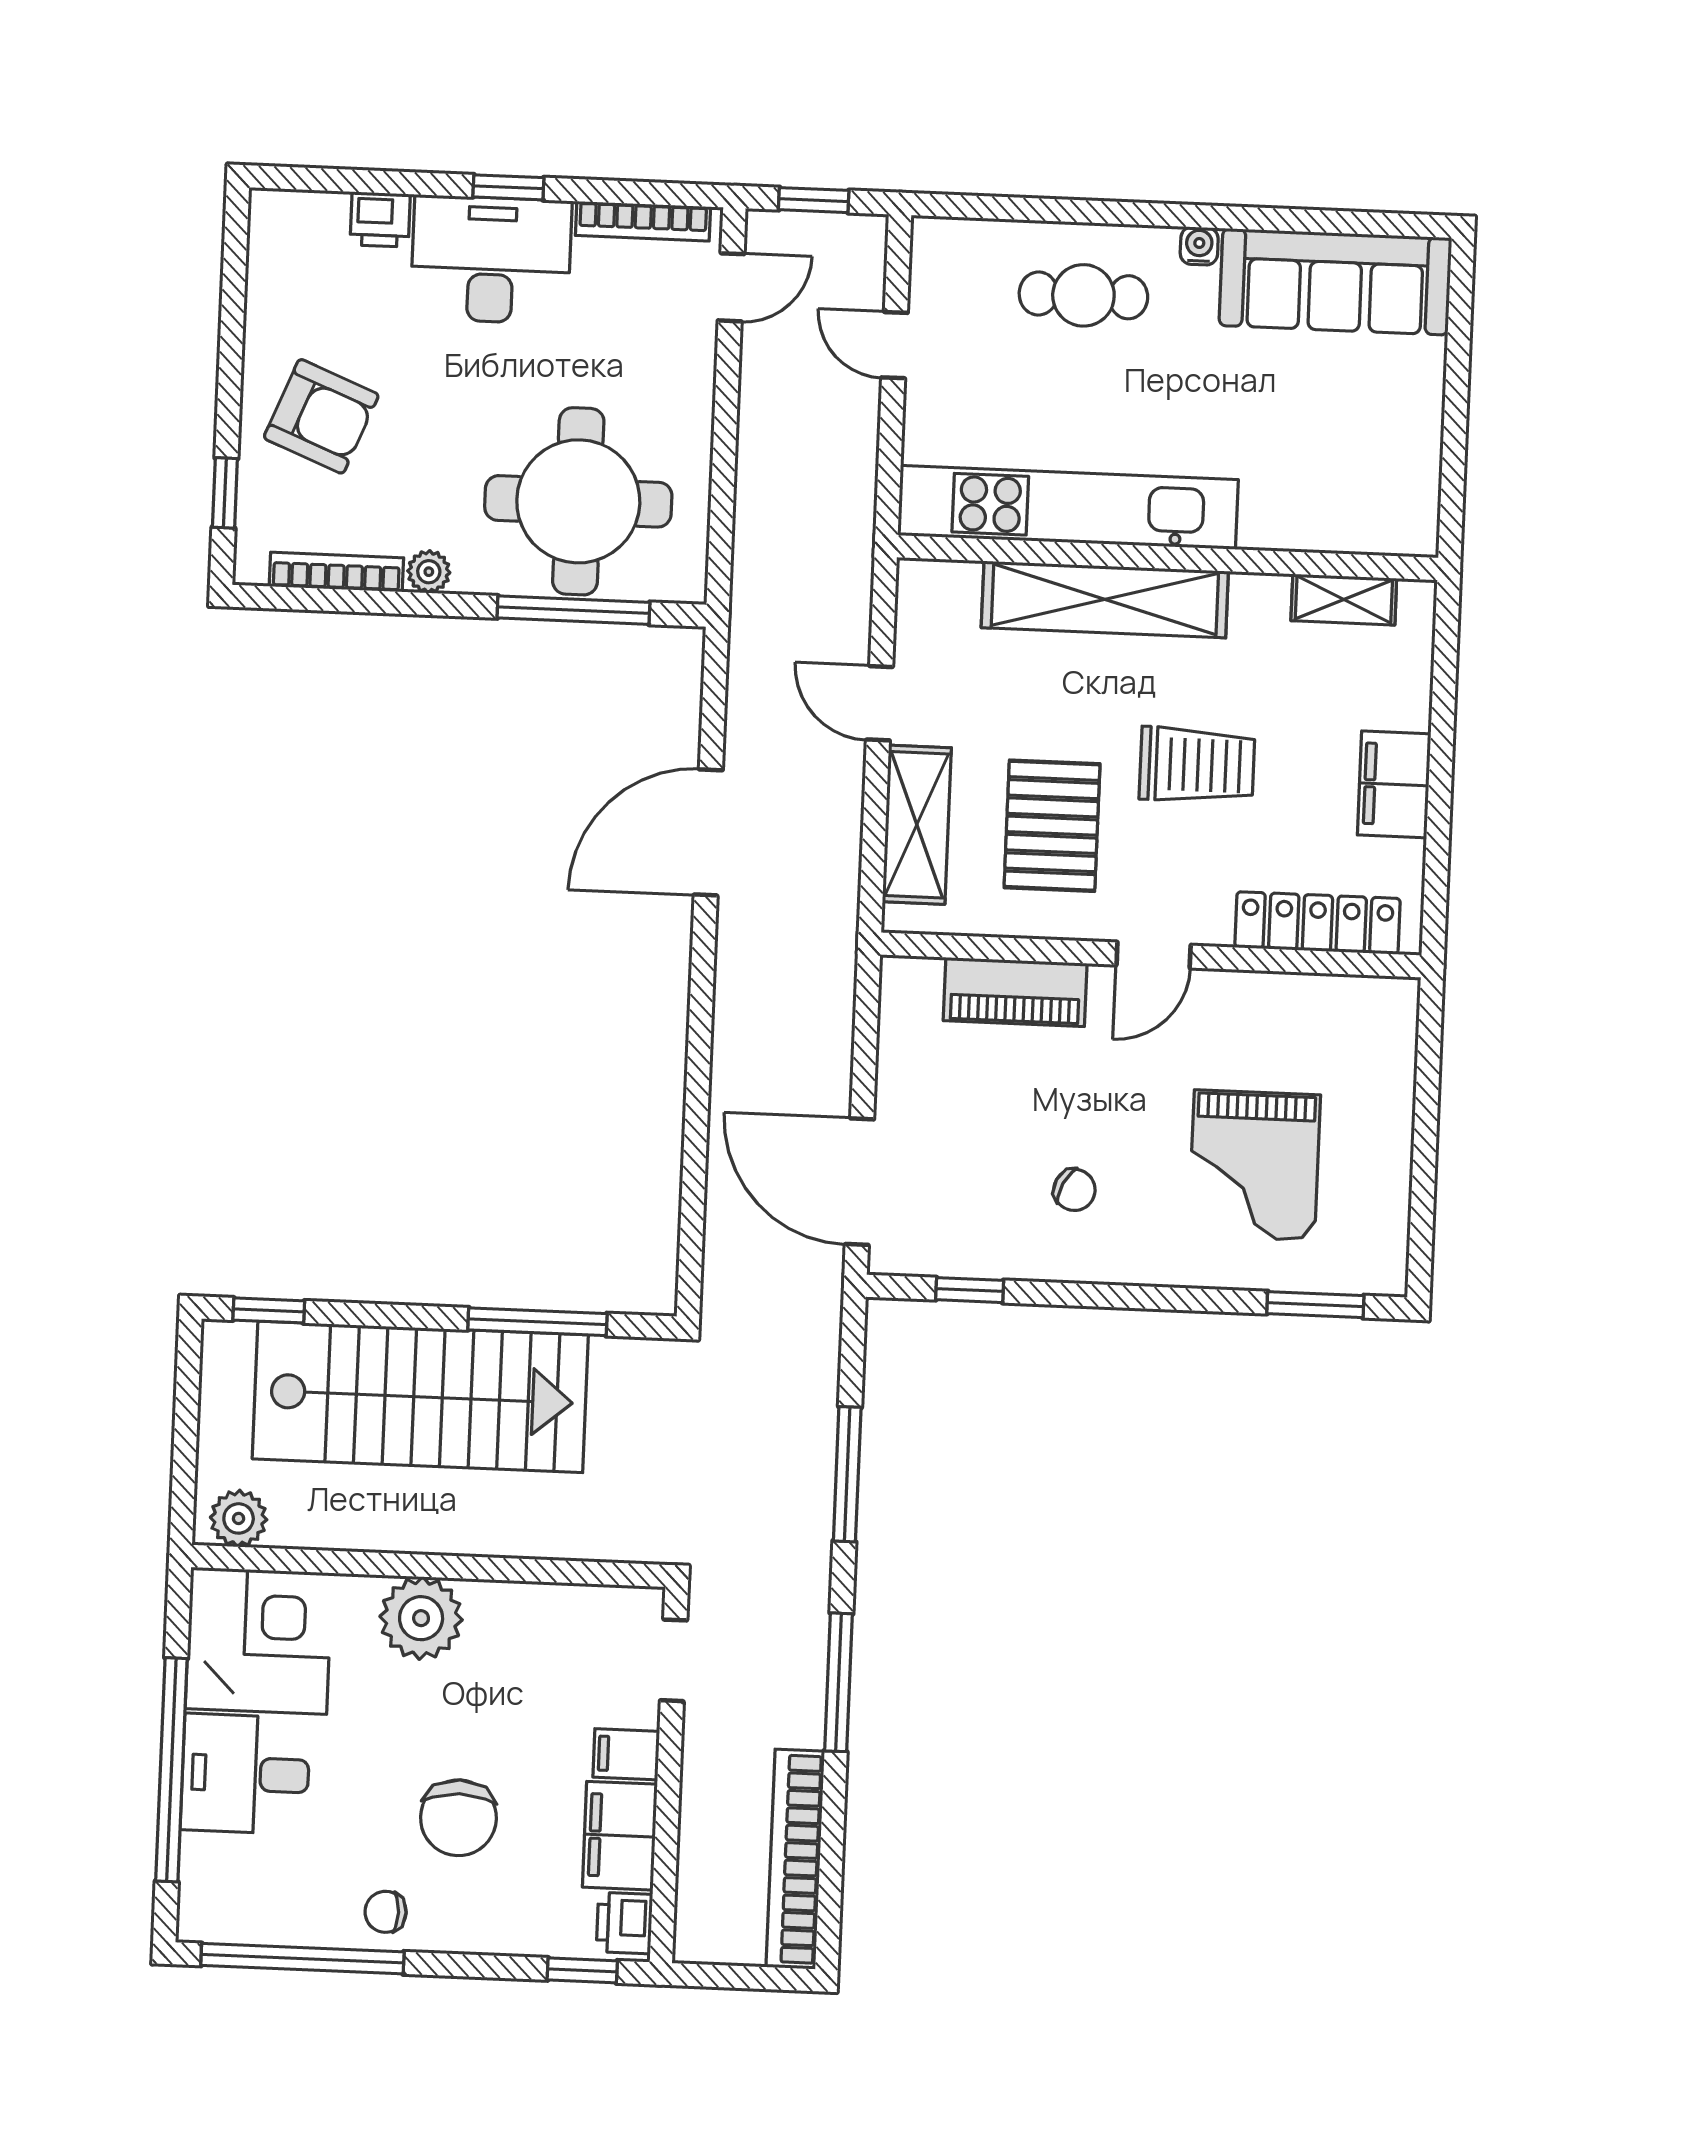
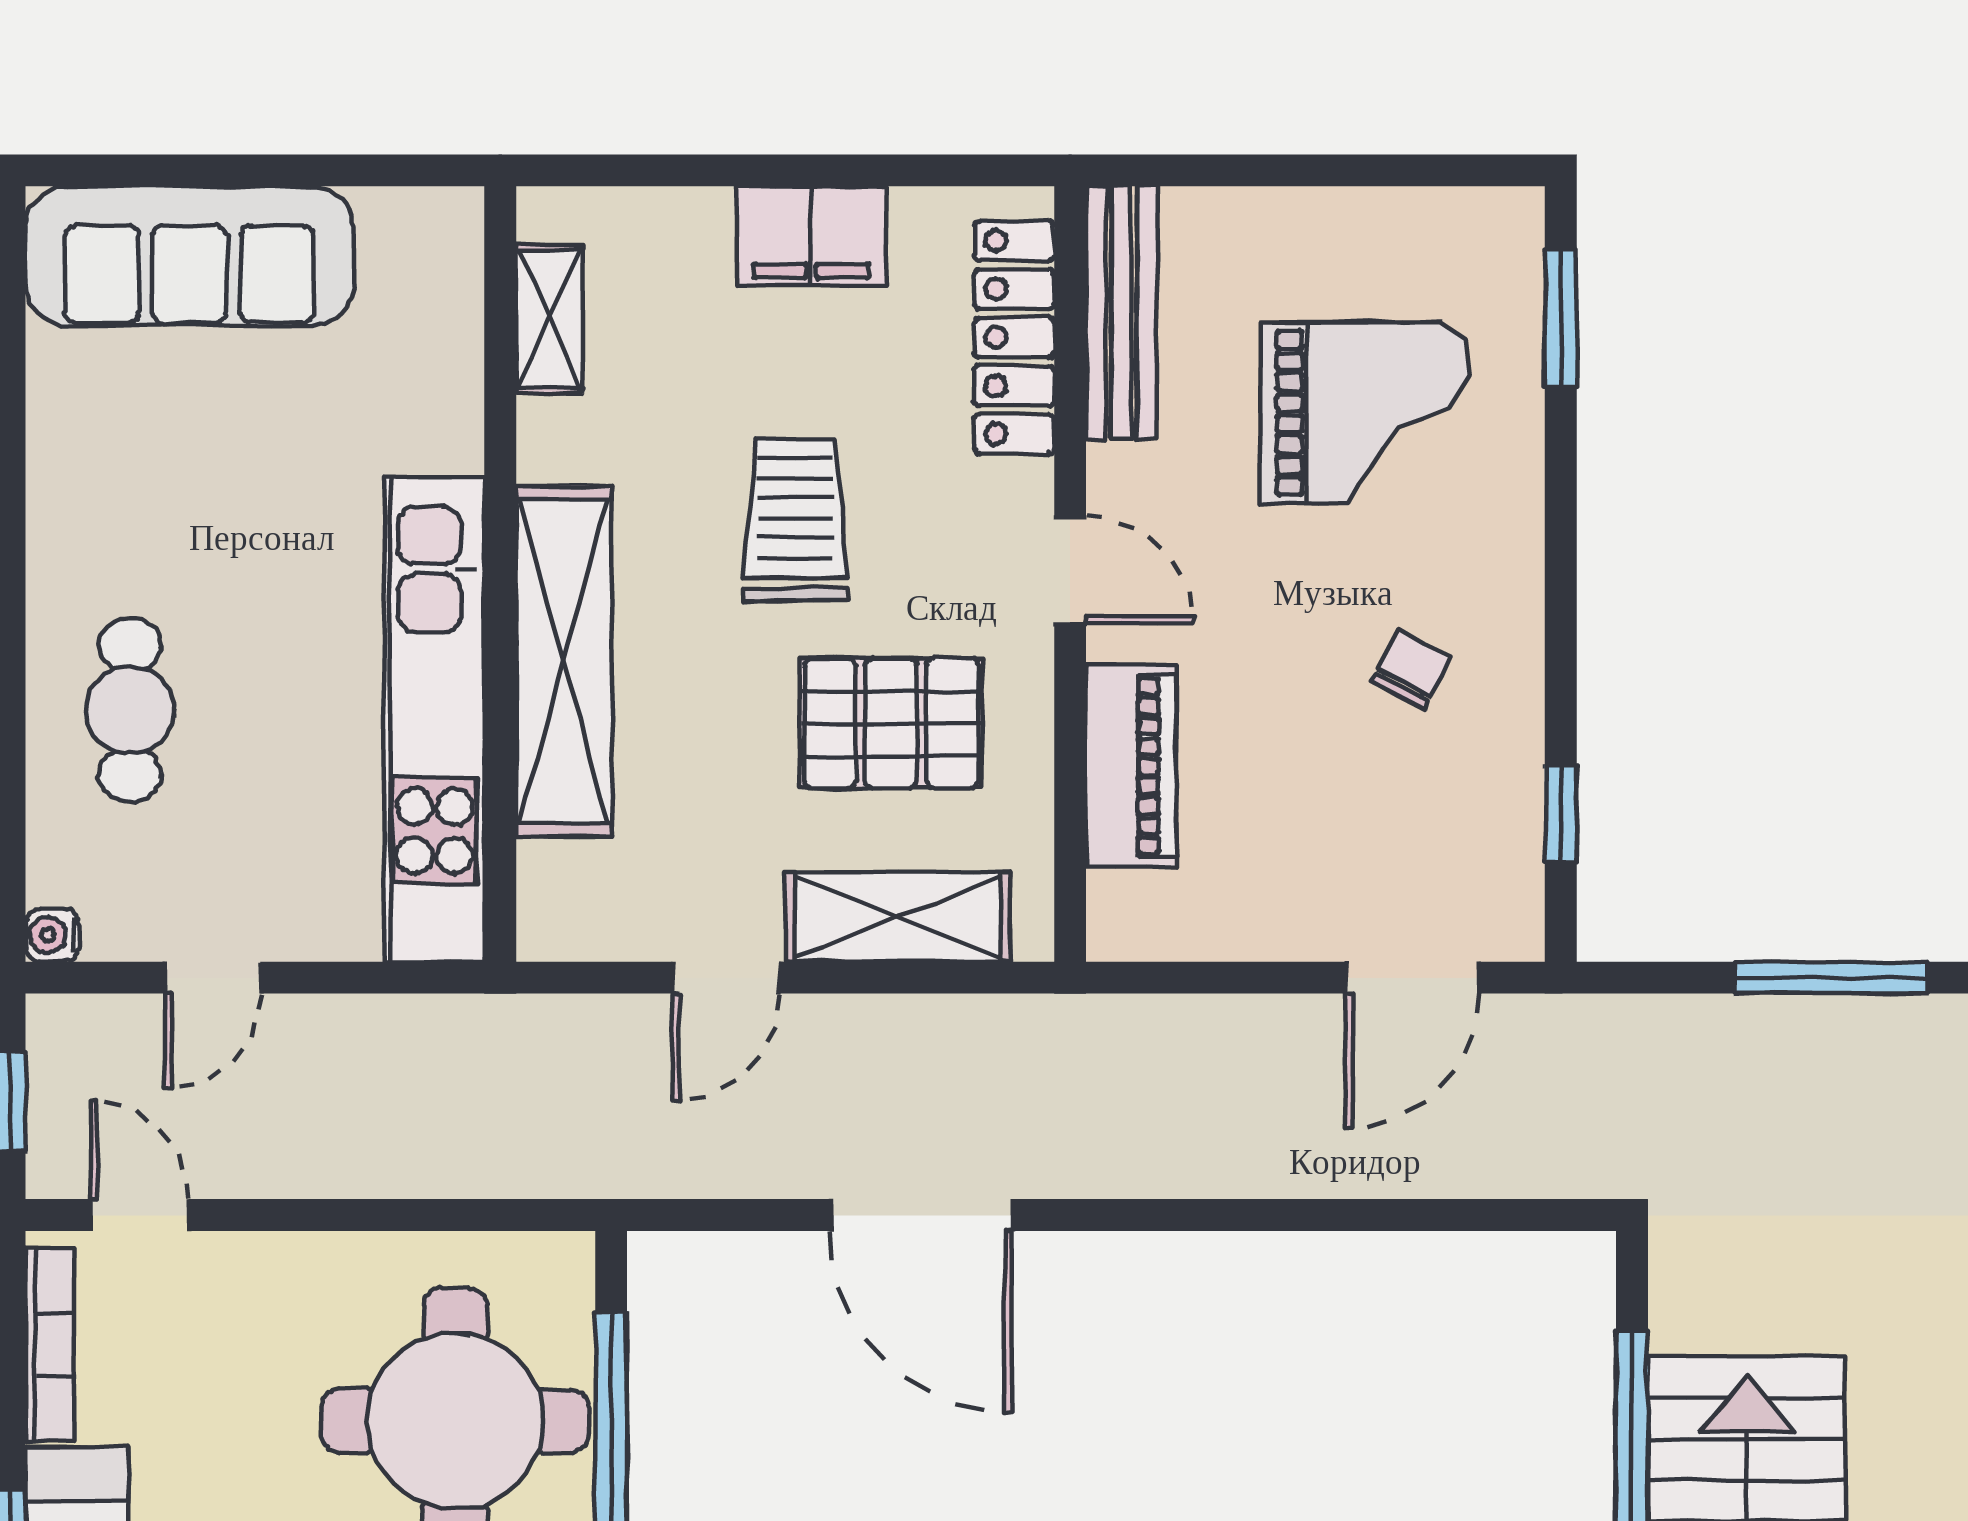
water cooler: (1199, 246) -> (52, 935), moved
sofa: (1335, 282) -> (190, 256), moved, turned 90
bench: (1332, 998) -> (1121, 313), added
door: (859, 1182) -> (1412, 978), width x0.73

